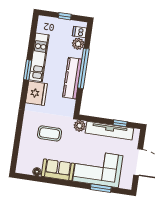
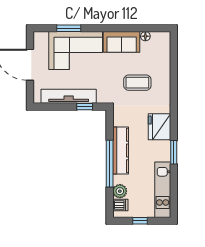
kitchen unit: (39, 57) -> (163, 190), moved
window: (120, 123) -> (85, 107), moved
plant: (80, 126) -> (104, 97), removed

